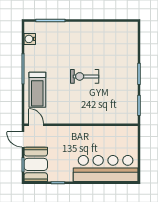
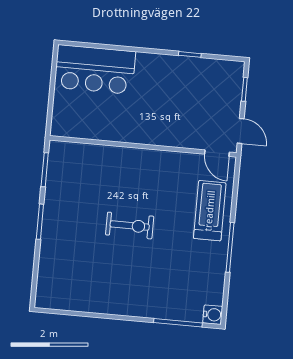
water cooler: (30, 39) -> (213, 315), moved
booth: (36, 164) -> (223, 88), removed
bar counter: (106, 168) -> (95, 70), width x0.73

